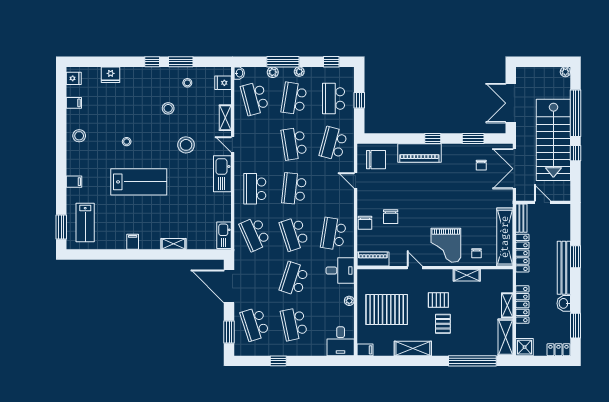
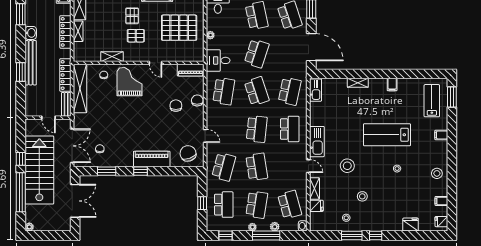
fridge: (223, 83) -> (316, 206), moved
chair: (376, 160) -> (188, 153), turned 70
school desk: (255, 234) -> (290, 91), turned 36

